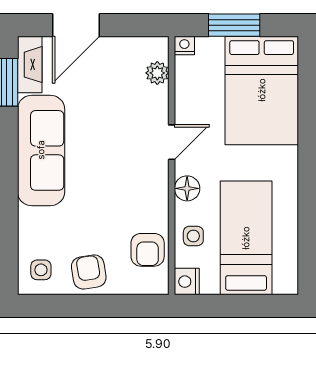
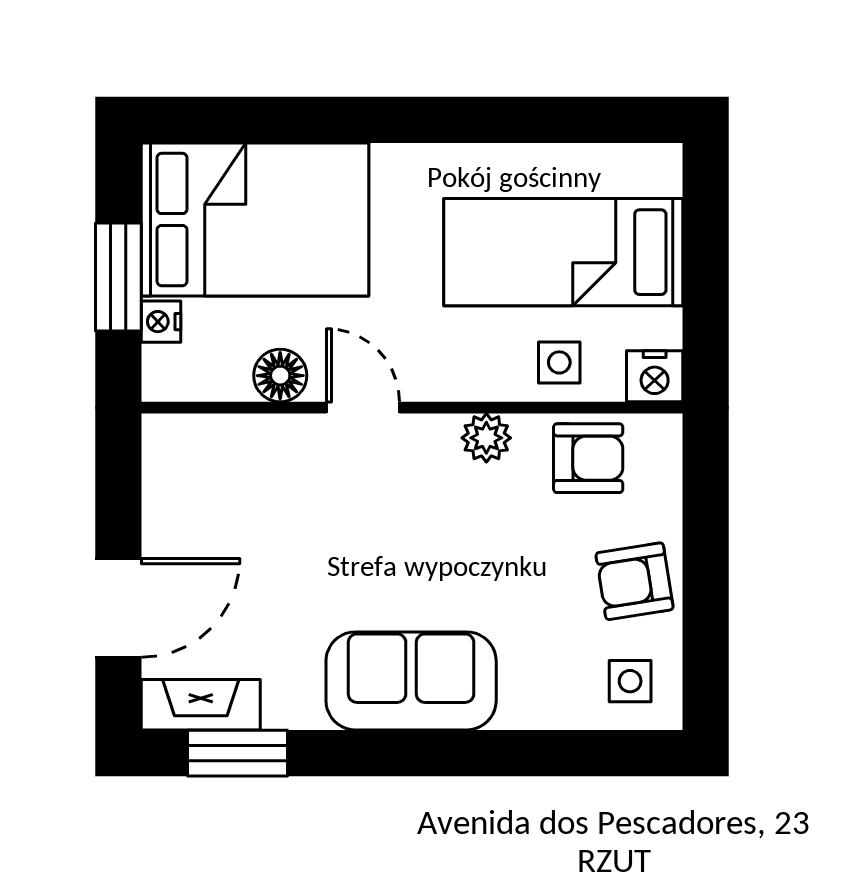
door: (76, 25) -> (118, 608), hinge flipped
nightstand: (184, 46) -> (161, 322), moved
plant: (157, 73) -> (486, 438), moved
sofa: (41, 150) -> (411, 681), width x0.73
floor lamp: (187, 188) -> (280, 376), moved

